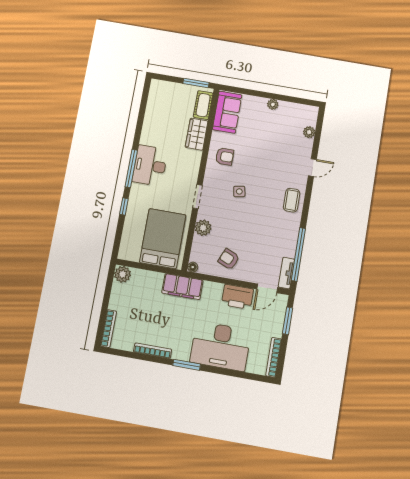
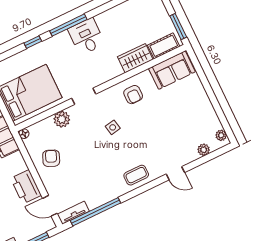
plant: (273, 104) -> (221, 135), moved
desk: (150, 166) -> (86, 36), width x0.73

